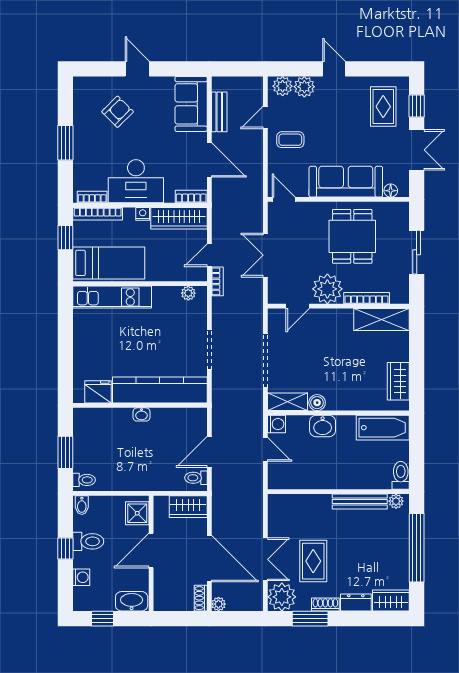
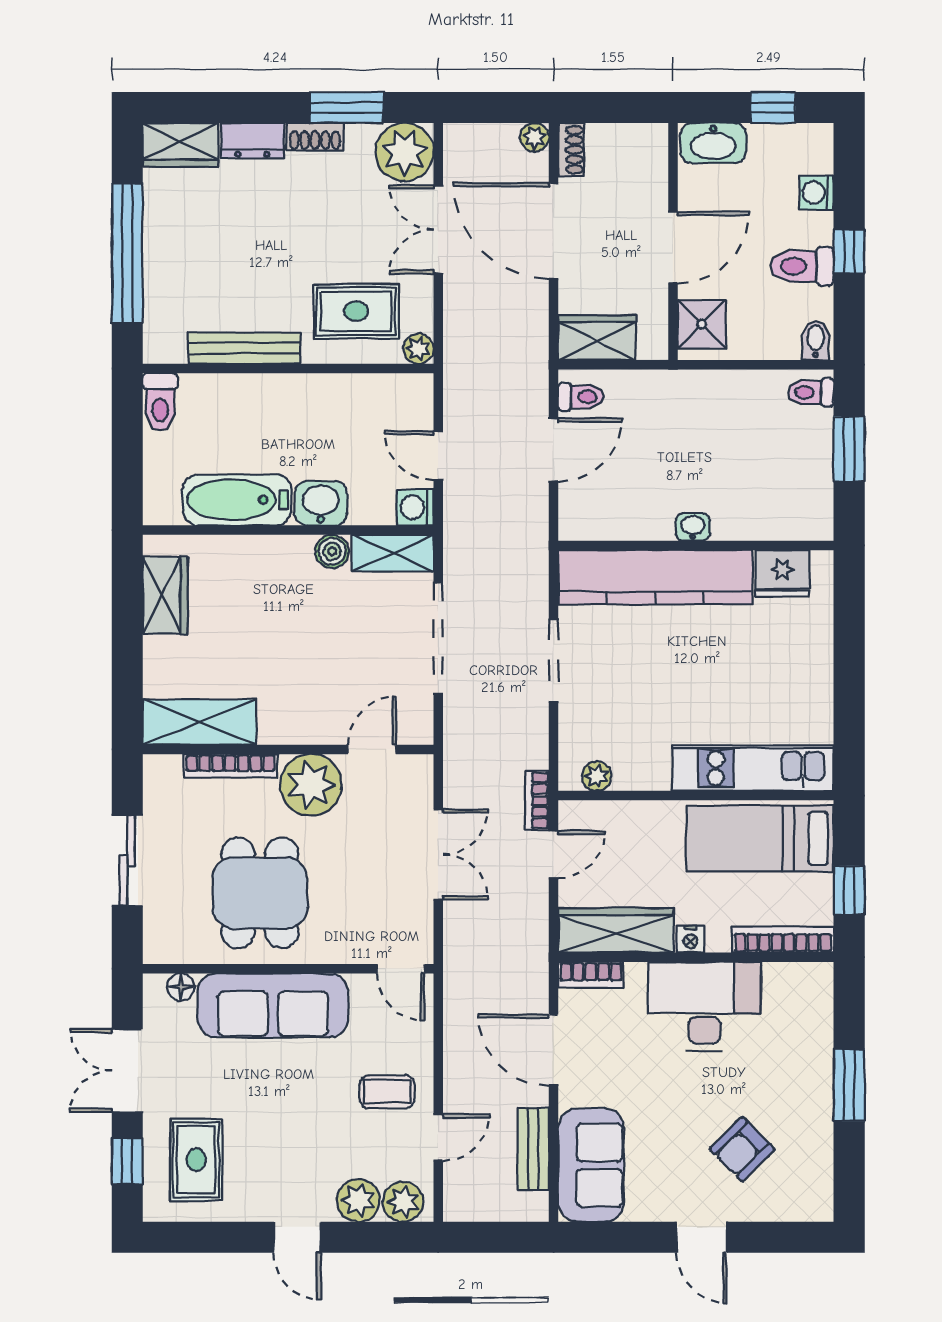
bookcase: (92, 197) -> (794, 974), removed
bathtub: (383, 428) -> (237, 500), moved
plant: (396, 501) -> (418, 349), moved
rug: (313, 561) -> (356, 311), moved, turned 90

